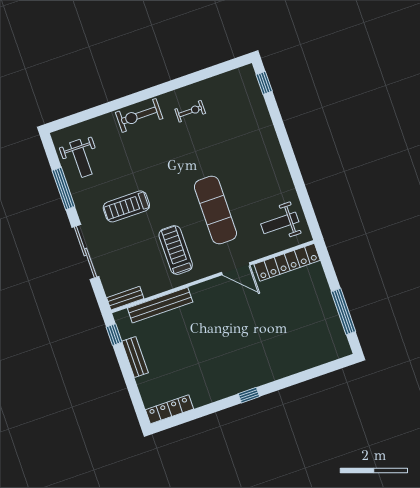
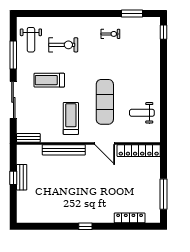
window: (211, 72) -> (132, 13), added
exercise bike: (139, 115) -> (63, 45), moved, turned 180
weight bench: (280, 223) -> (142, 113), moved
bench: (160, 305) -> (64, 150), moved
window: (114, 335) -> (13, 178), moved
locker: (169, 409) -> (130, 218), moved

